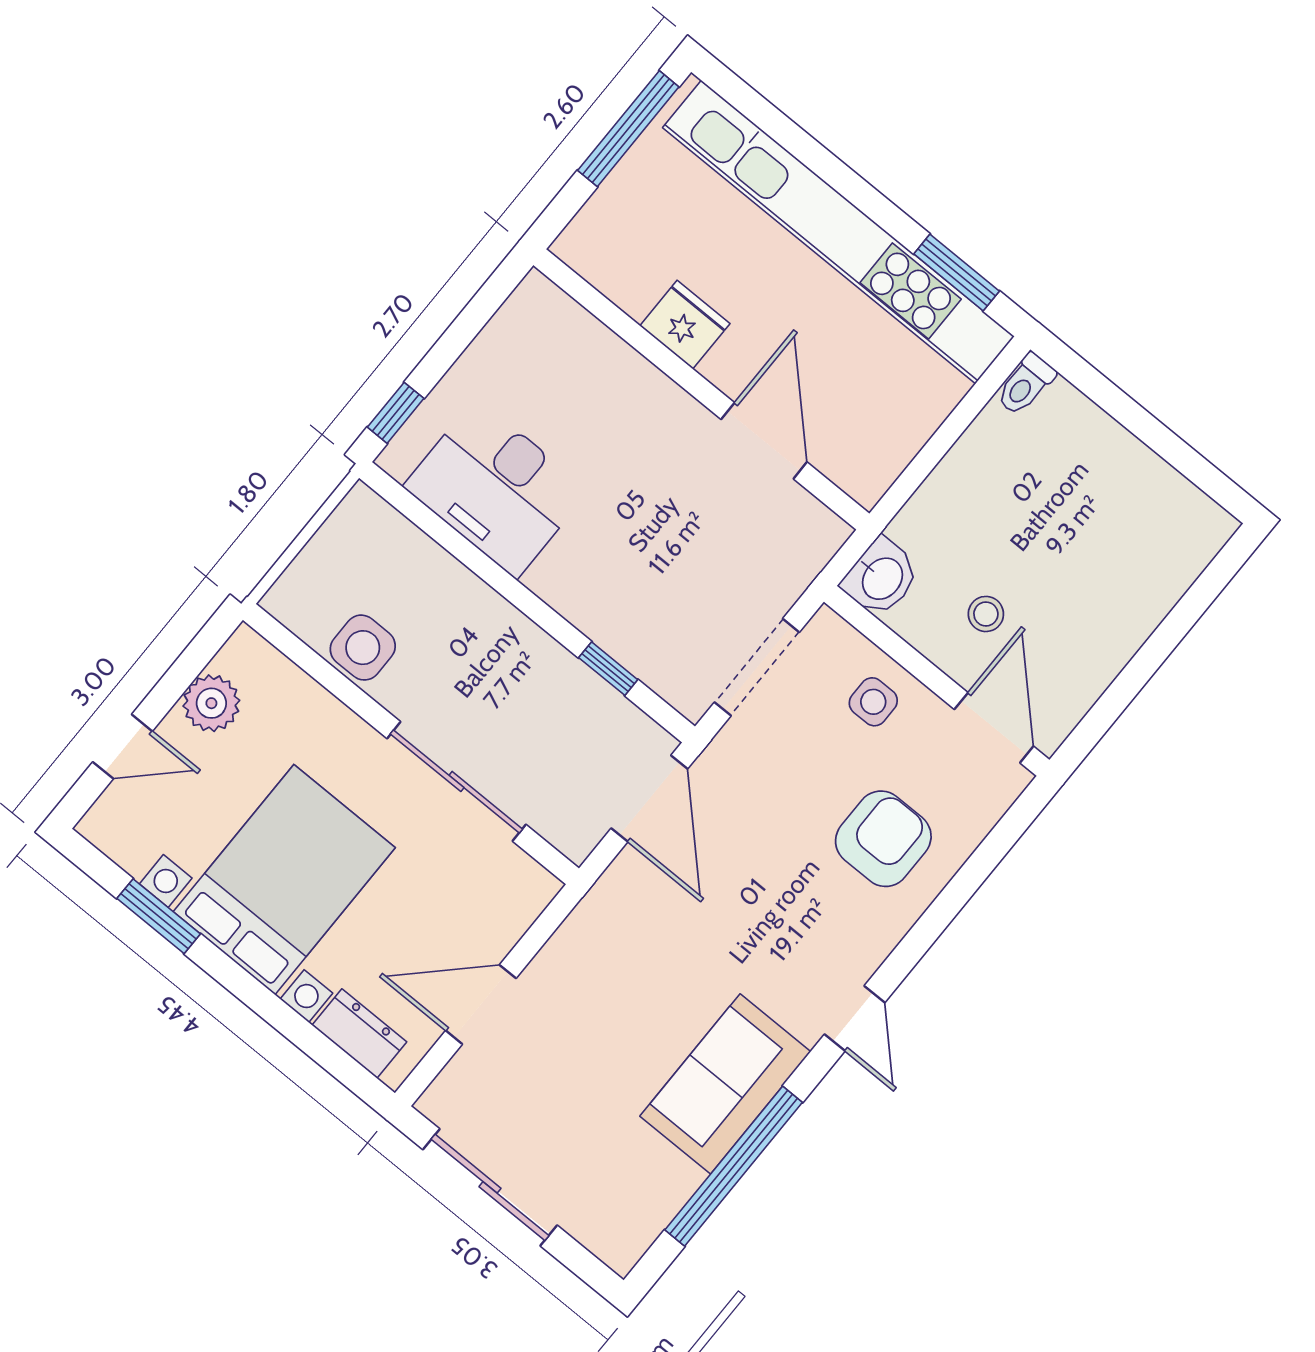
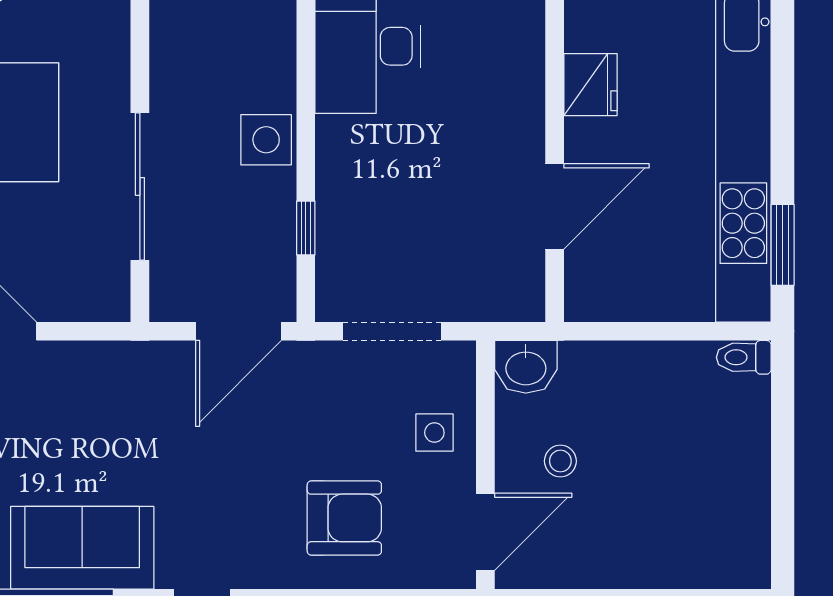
side table: (363, 648) -> (266, 140), moved

